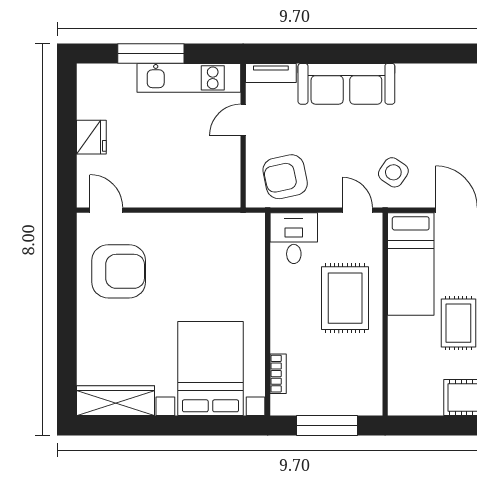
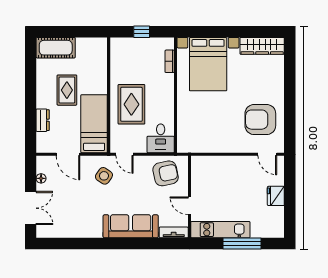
door: (243, 120) -> (189, 206), swing flipped
window: (327, 426) -> (142, 32), width x0.46

